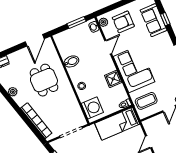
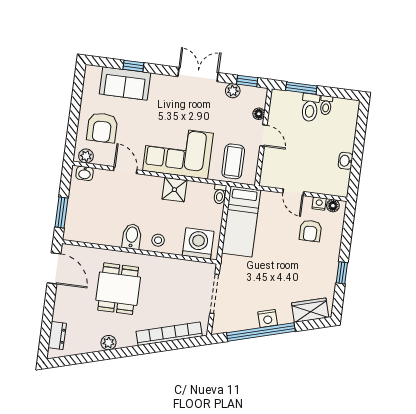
window: (77, 22) -> (61, 212), moved
bidet: (71, 61) -> (132, 236), moved
dining table: (44, 80) -> (118, 289), turned 90

